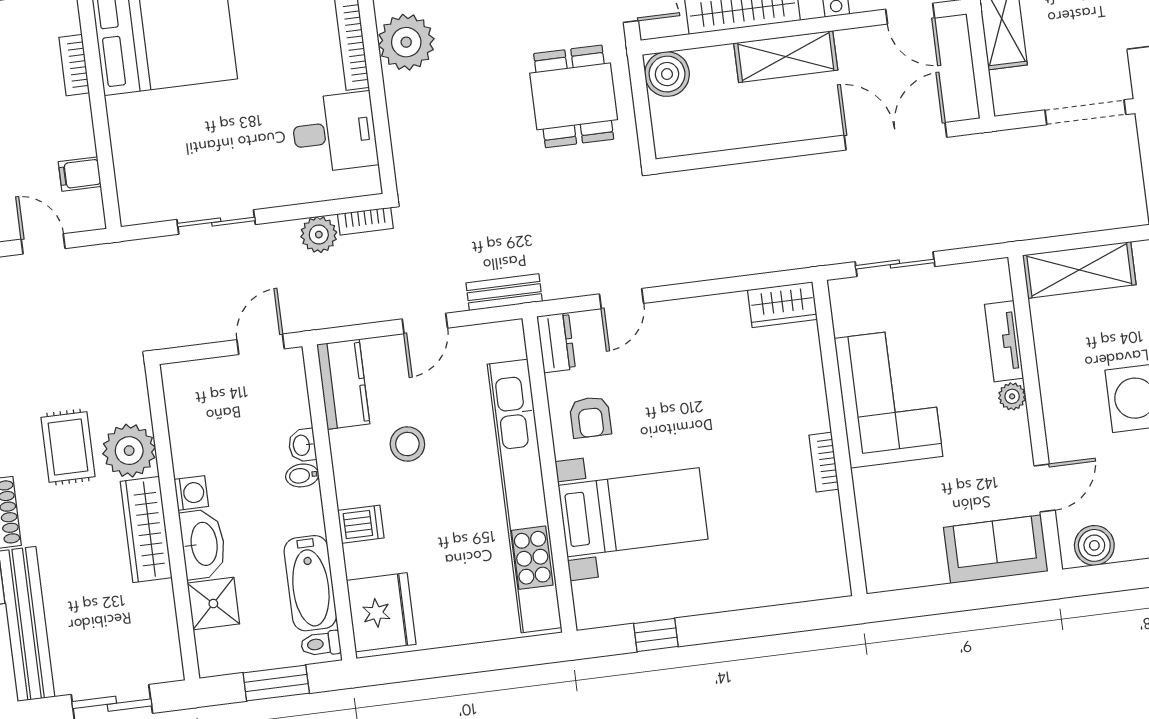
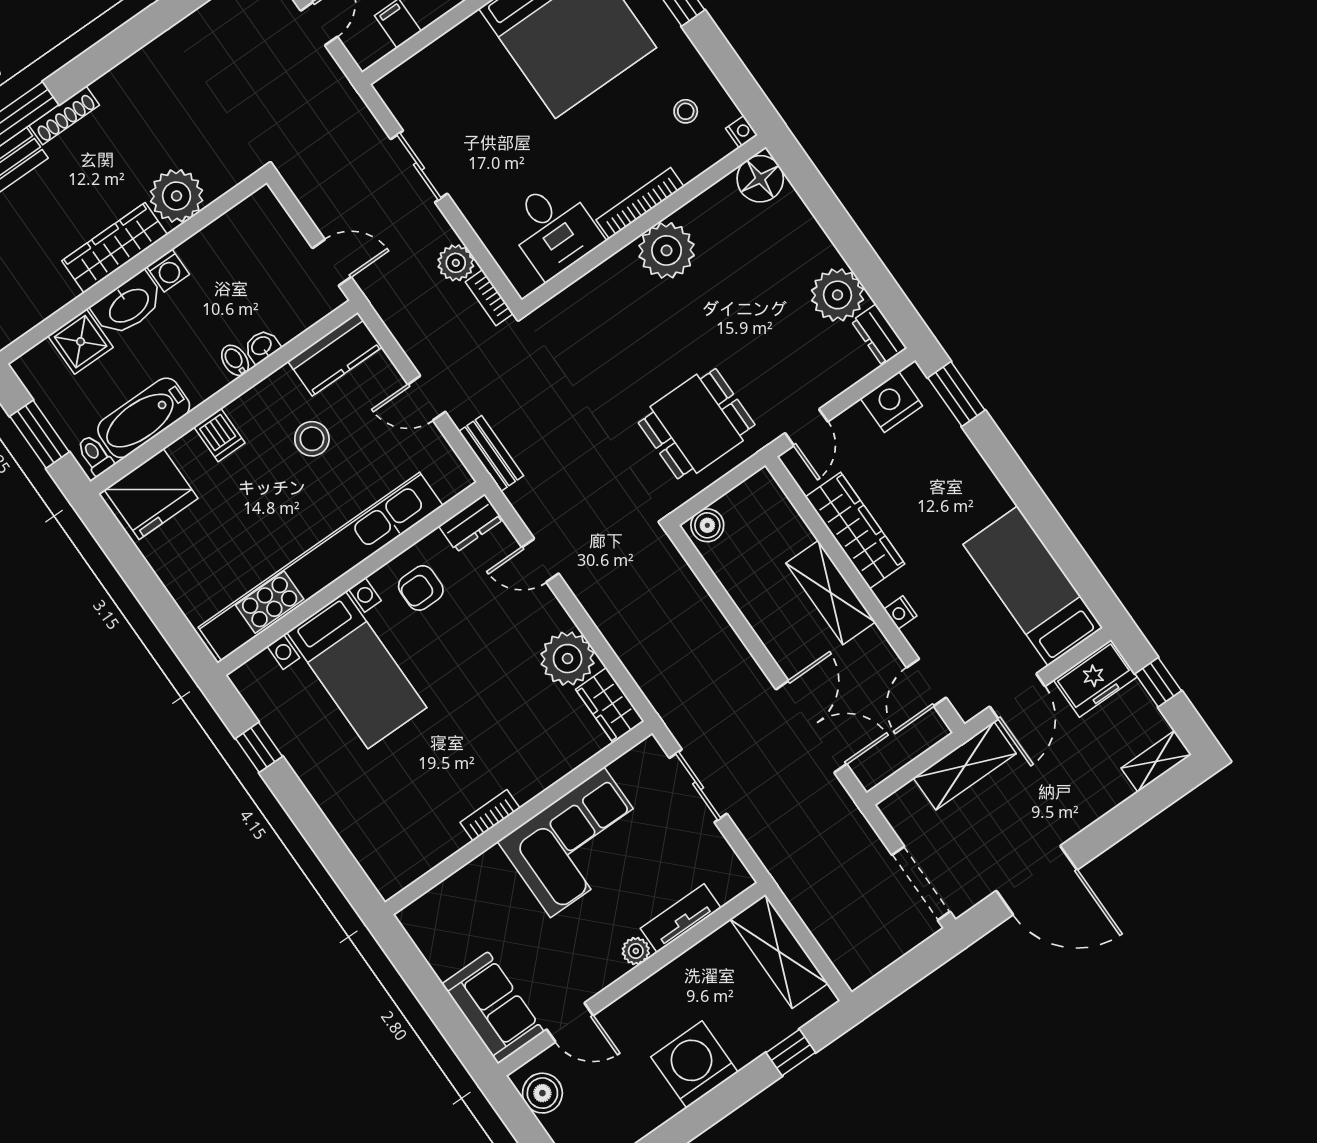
boiler: (667, 74) -> (707, 525), moved, width x0.73, depth x0.73
plant: (721, 320) -> (568, 659), added
rug: (68, 447) -> (151, 140), removed

